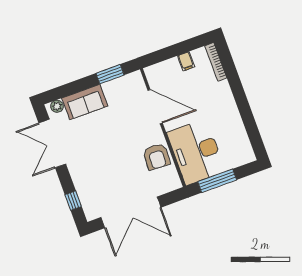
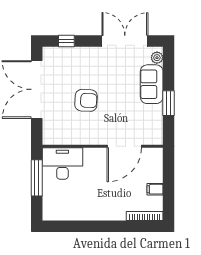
window: (110, 74) -> (169, 103), moved
desk: (196, 152) -> (62, 164), width x0.73, depth x0.77
armchair: (157, 157) -> (86, 100), moved, turned 180

